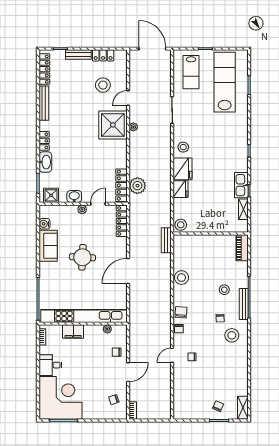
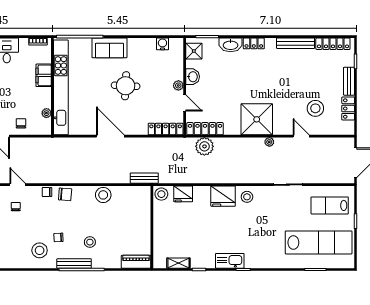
shower: (113, 125) -> (257, 119), moved
kitchen sink: (241, 185) -> (230, 261), moved
fridge: (181, 189) -> (183, 194), moved
sofa: (48, 246) -> (109, 48), moved

